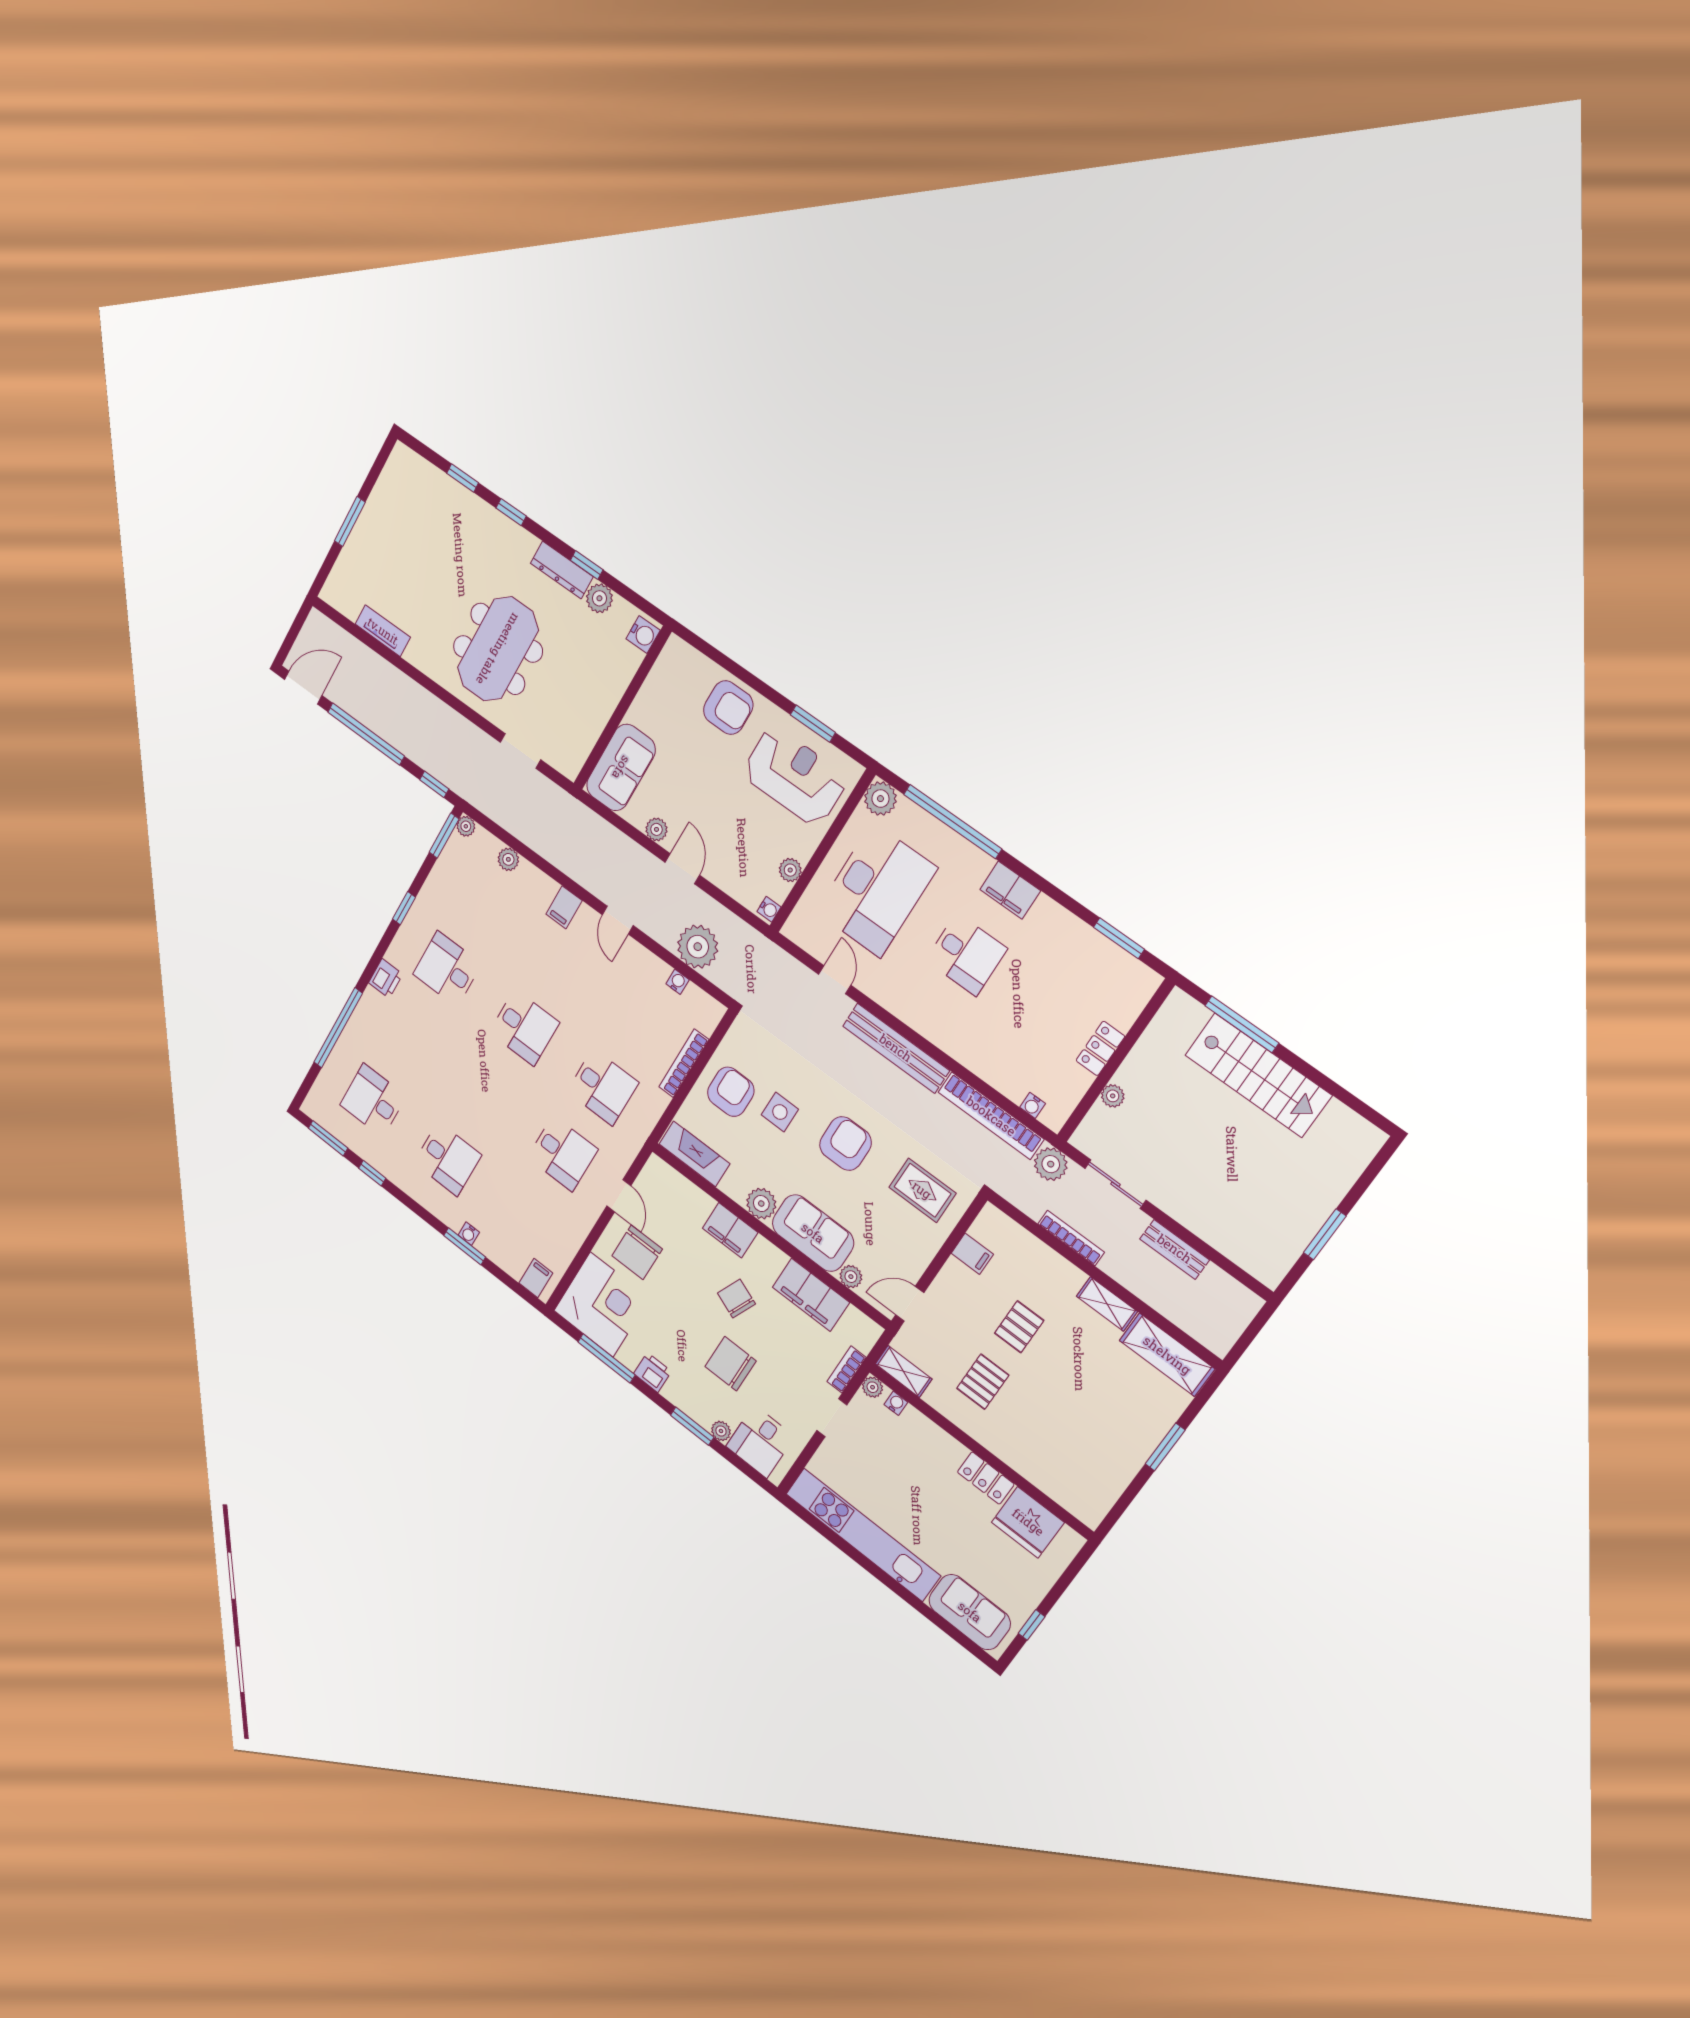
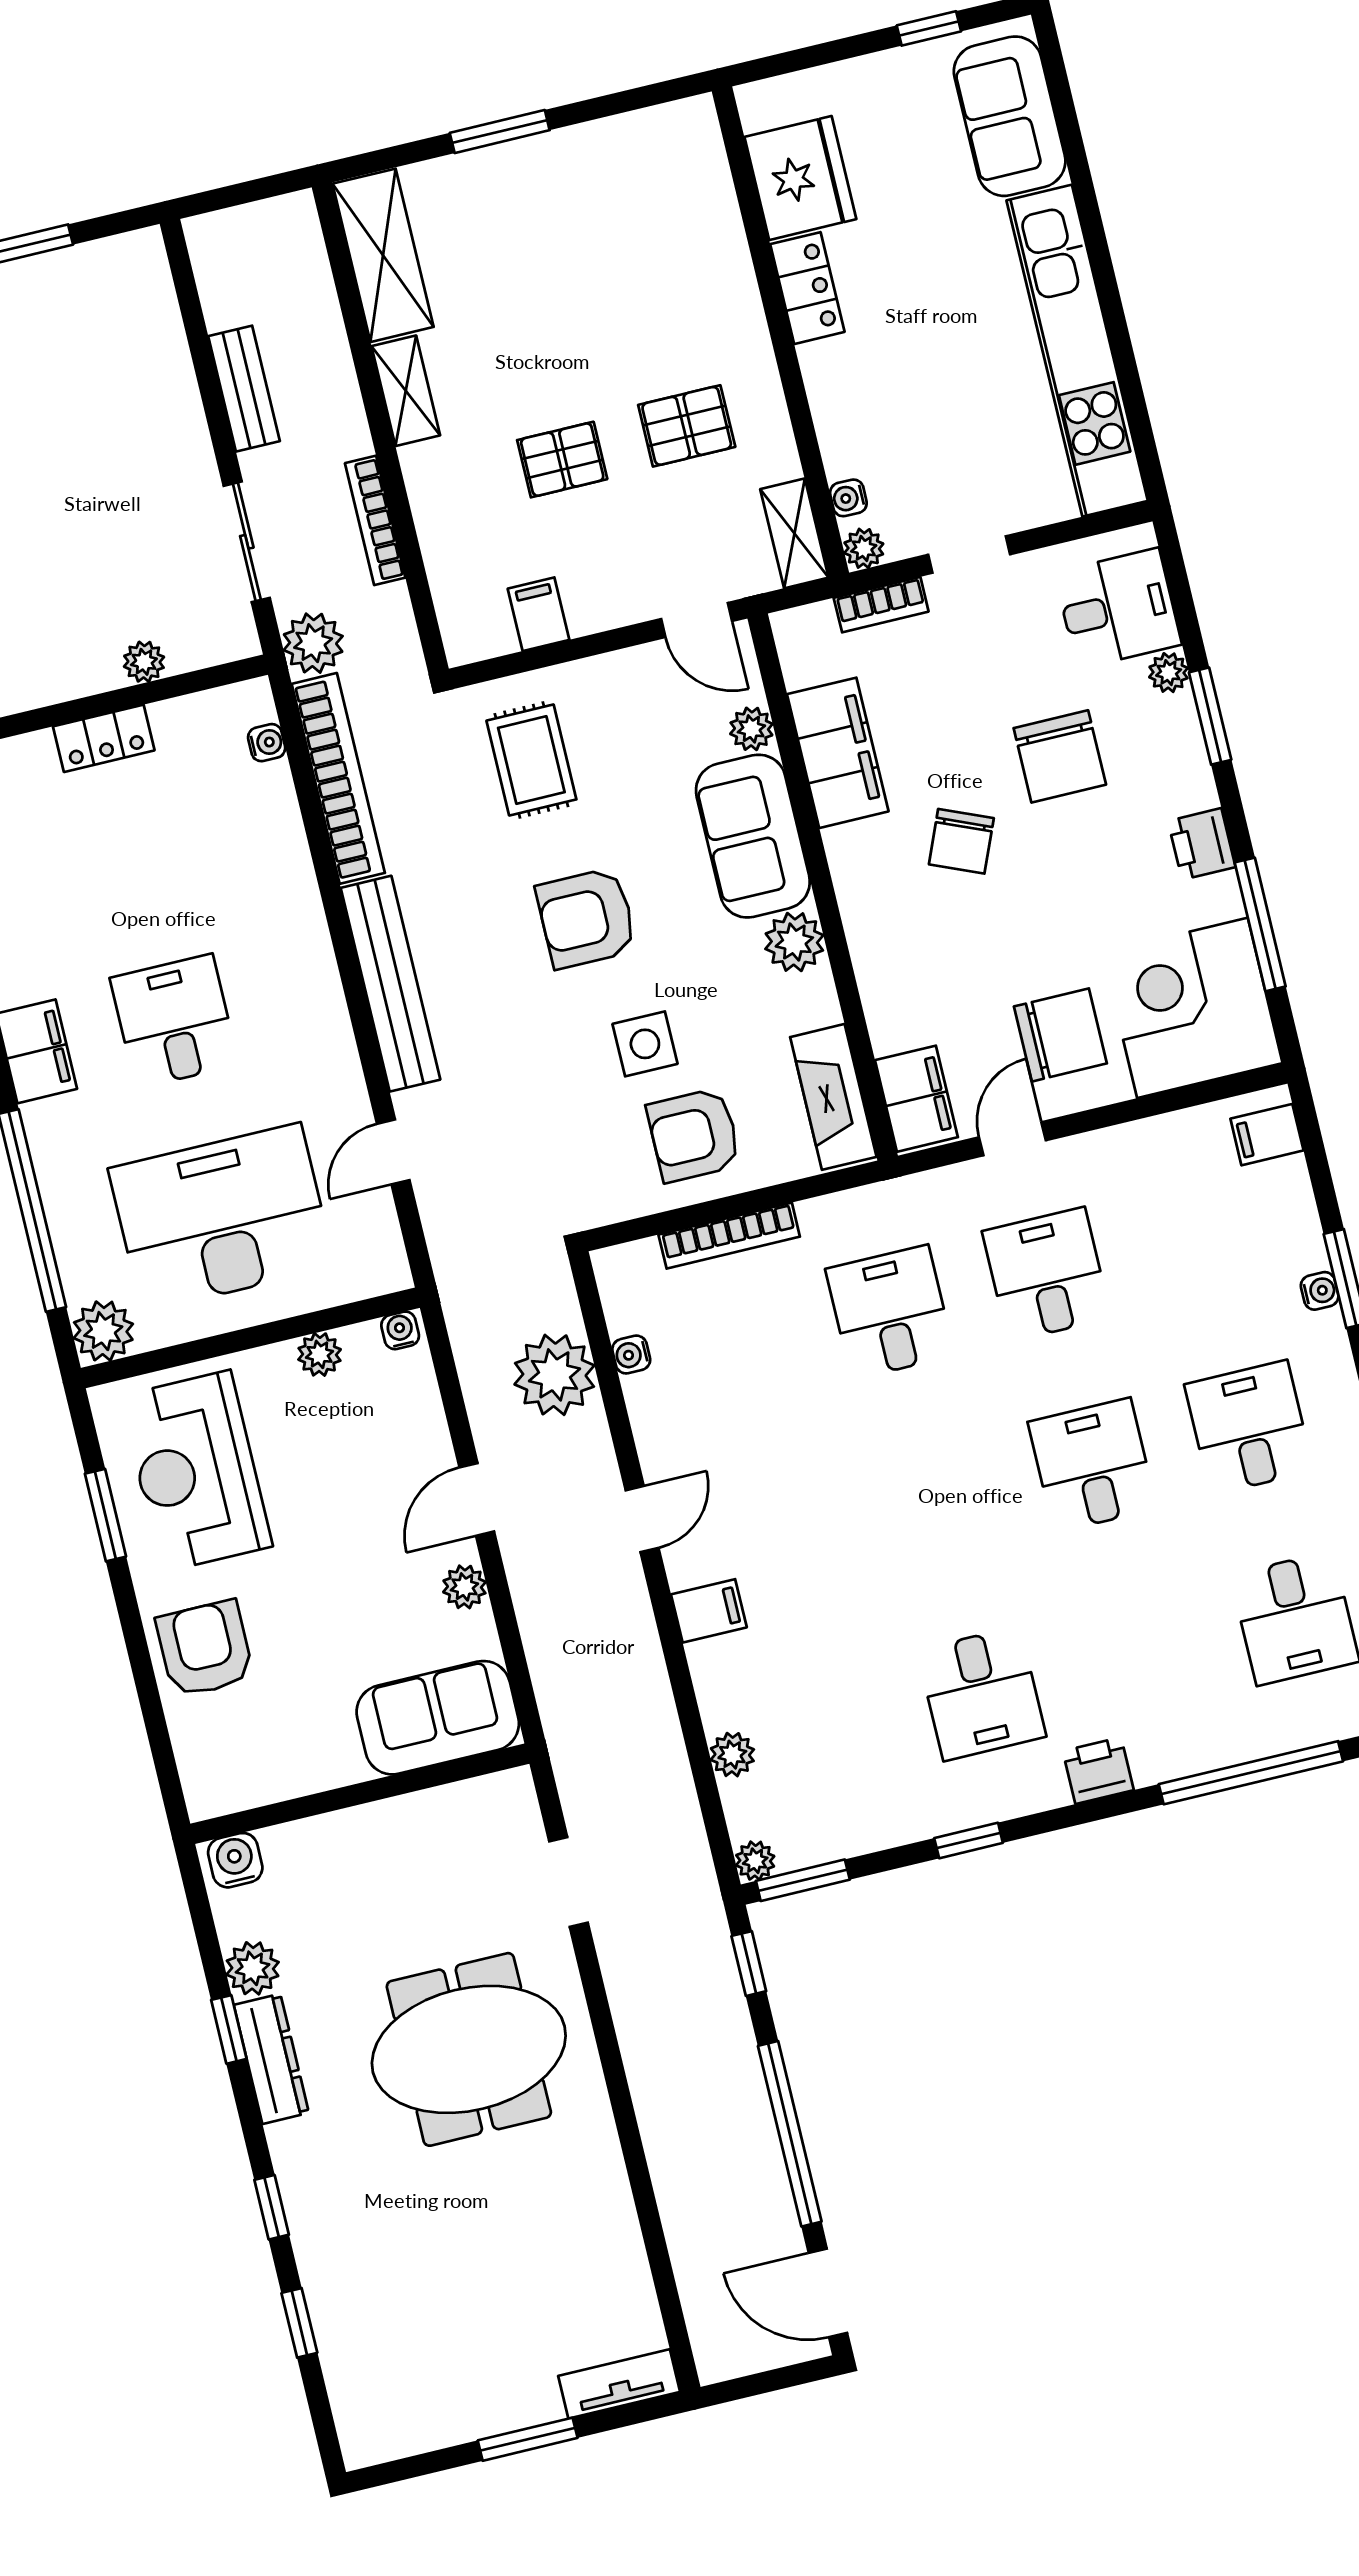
tv unit: (383, 631) -> (619, 2384), moved, turned 90
desk: (524, 1027) -> (1092, 1465), moved
filing cabinet: (730, 1230) -> (916, 1099), moved

